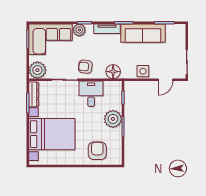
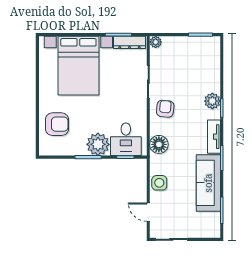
corner sofa: (51, 39) -> (200, 64), removed
plant: (37, 70) -> (156, 42), width x0.53, depth x0.53
desk: (91, 94) -> (126, 139), moved, turned 90

